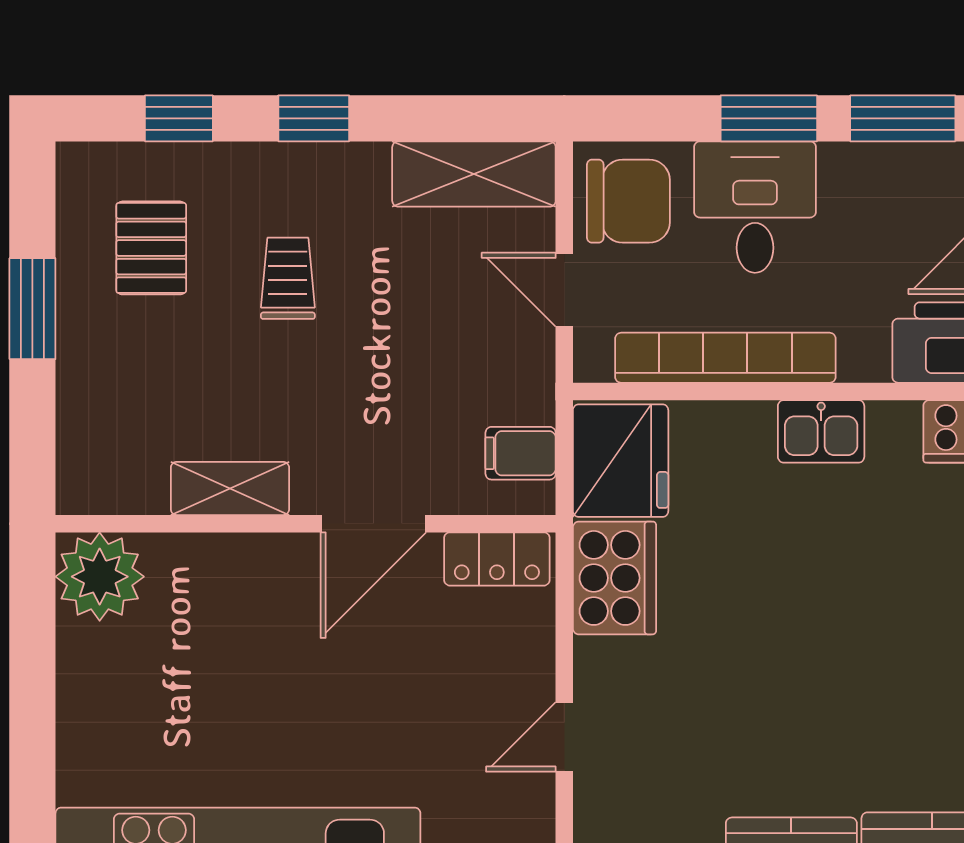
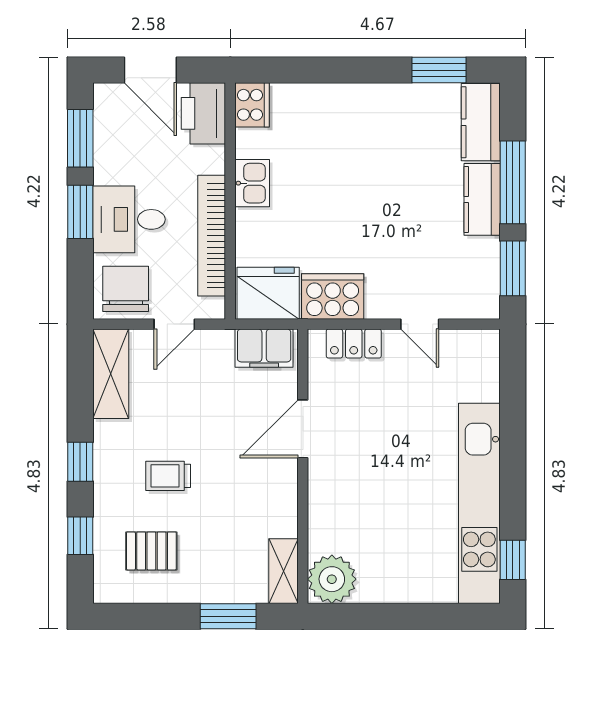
window: (32, 309) -> (228, 616), moved
filing cabinet: (521, 453) -> (264, 348), width x2.00
shelving: (230, 488) -> (283, 571), moved
door: (373, 524) -> (303, 429), swing flipped
locker: (497, 559) -> (354, 344), moved, turned 90

